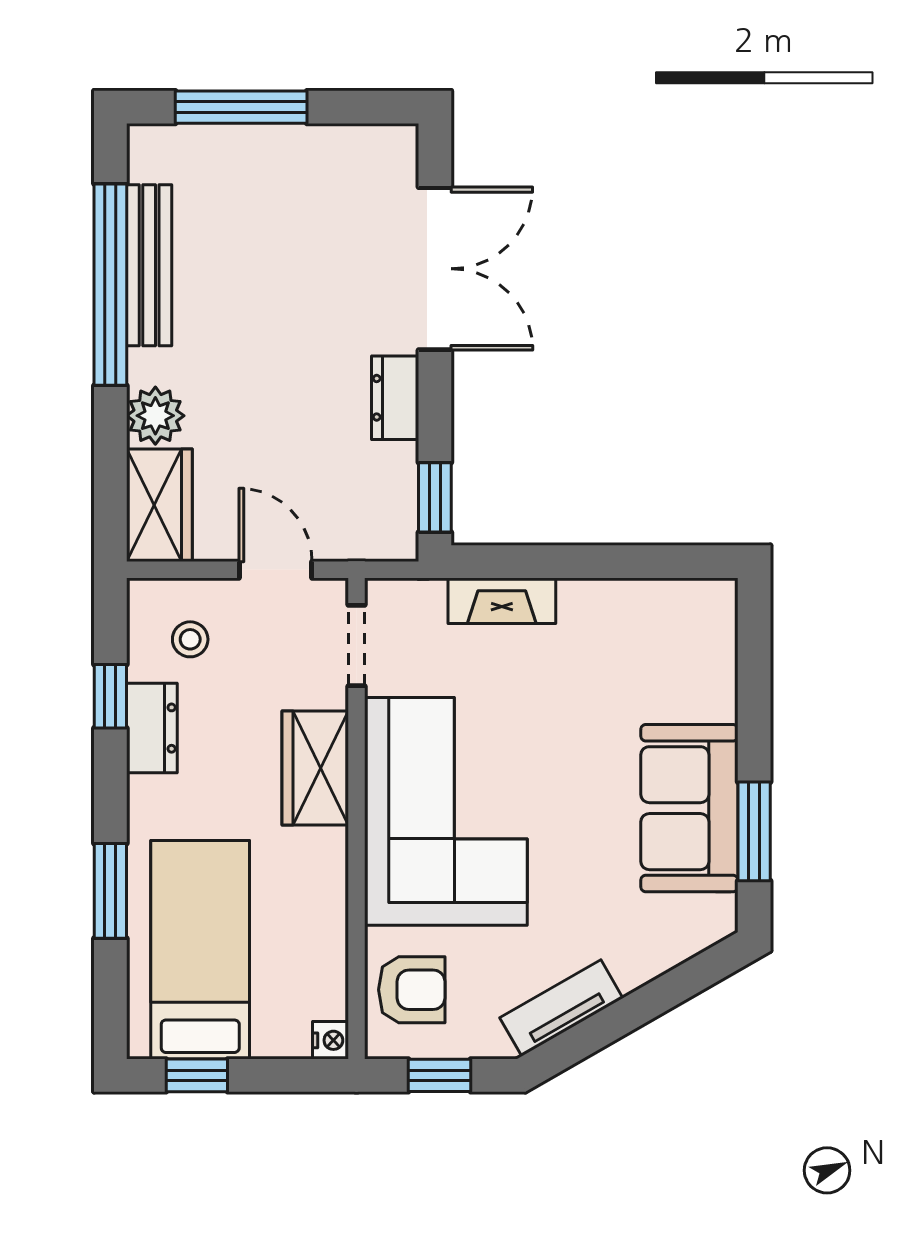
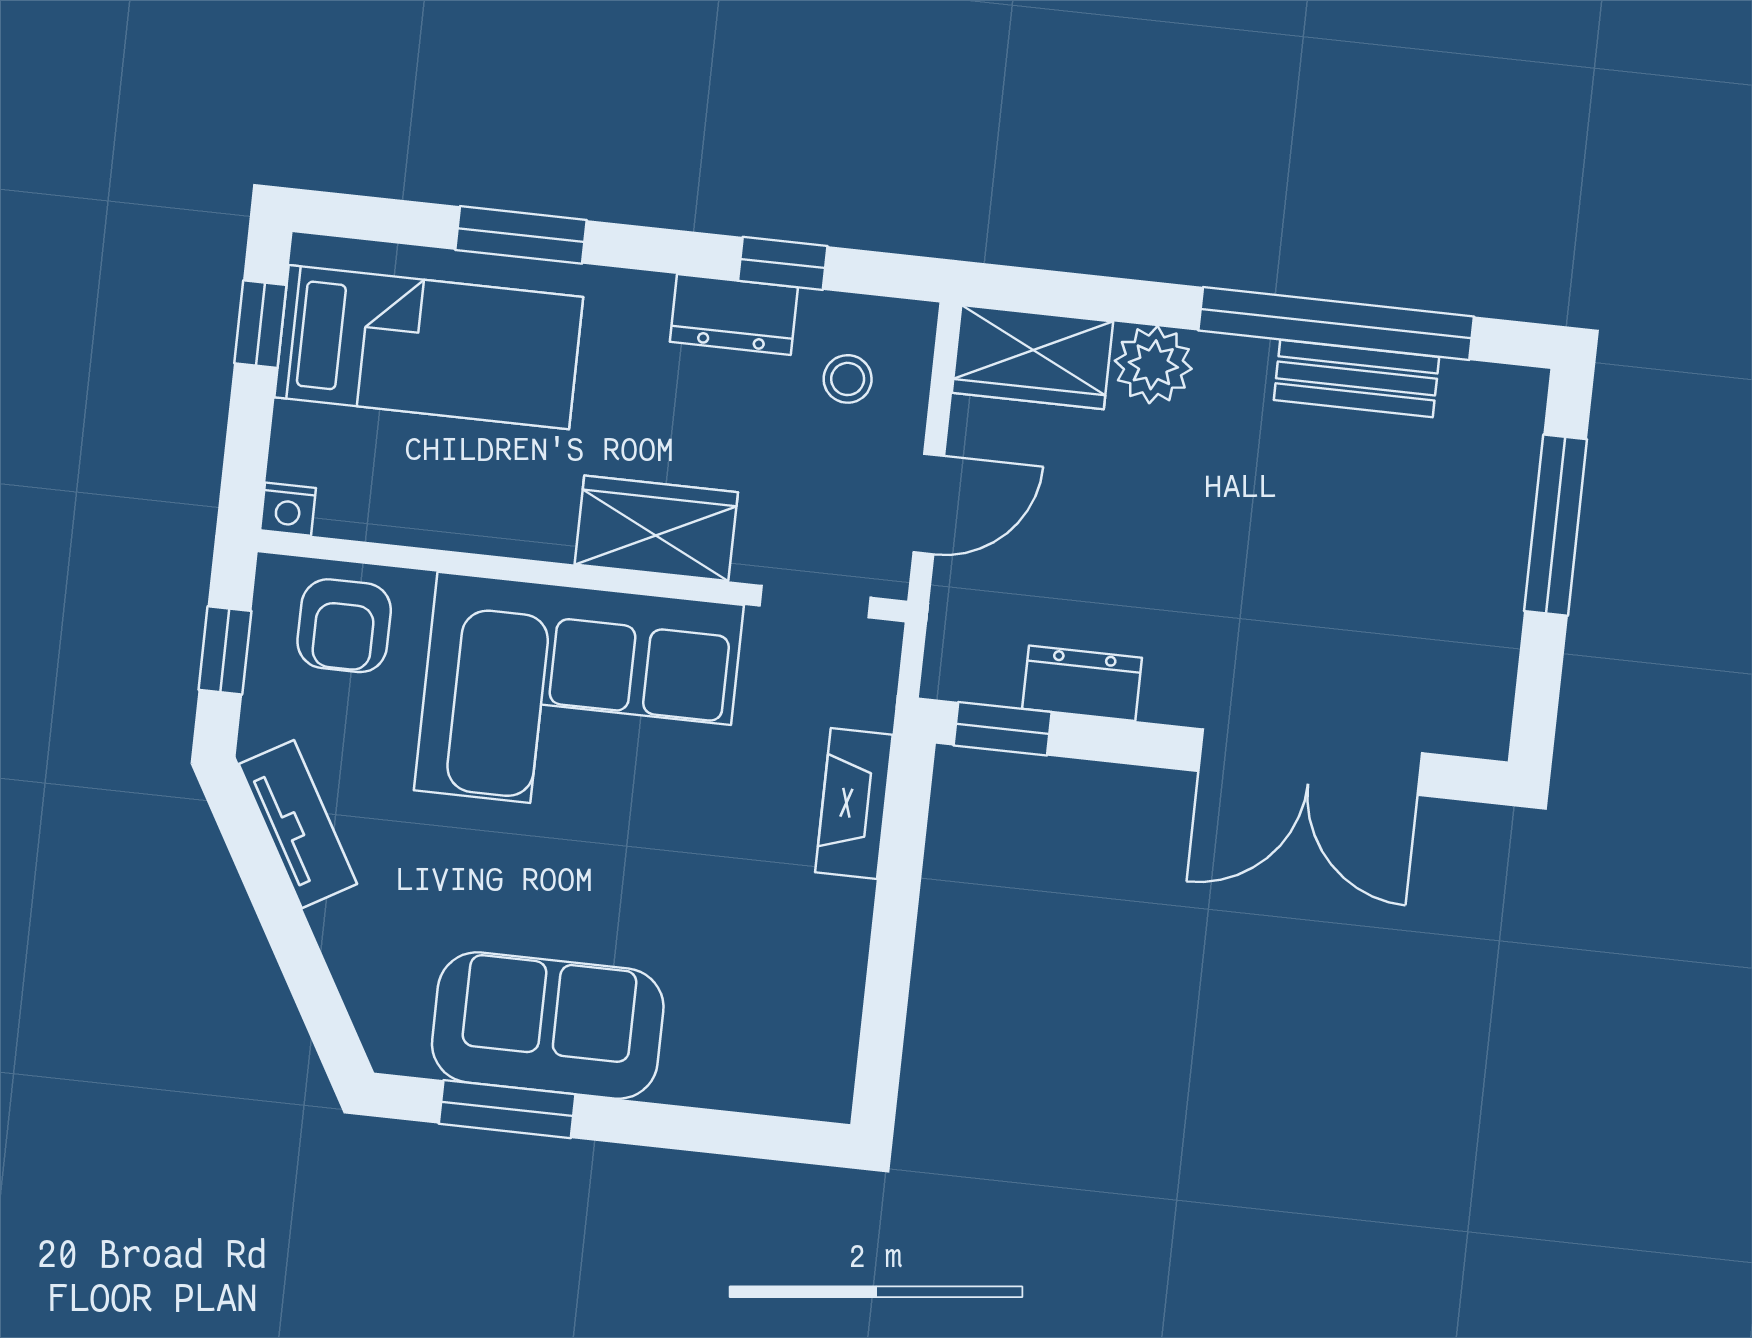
bench: (149, 265) -> (1356, 378), width x0.73
dresser: (395, 398) -> (1082, 683), moved

